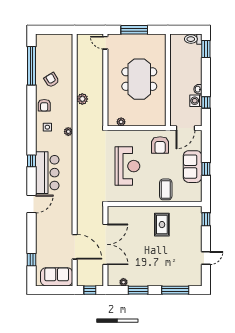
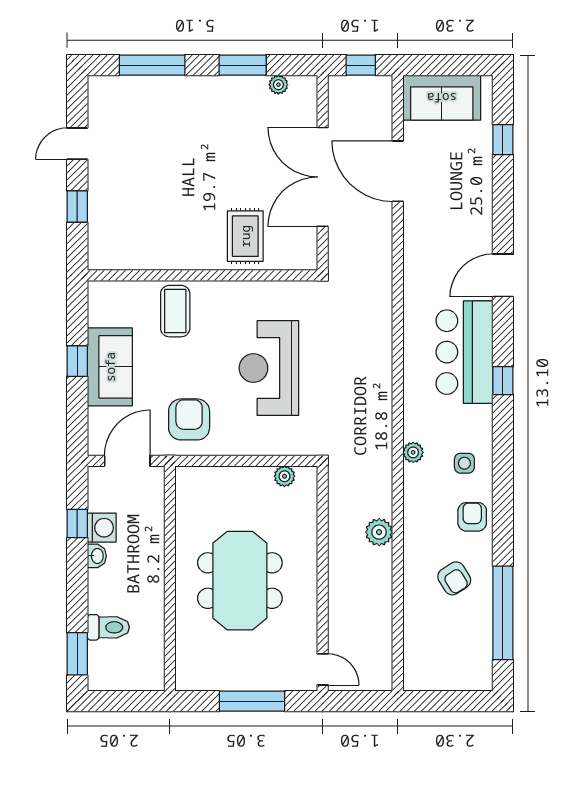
toilet: (193, 39) -> (108, 627), moved
window: (206, 219) -> (77, 206), moved
rug: (162, 225) -> (245, 236), moved

